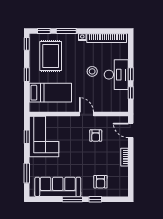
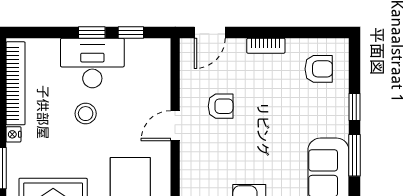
armchair: (100, 182) -> (319, 69), moved

